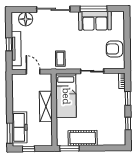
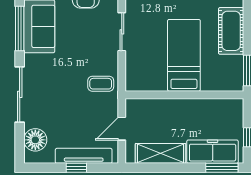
bed: (66, 96) -> (184, 55), moved, turned -90
shelving: (46, 106) -> (160, 153), moved
cot: (83, 138) -> (231, 31), moved

